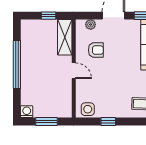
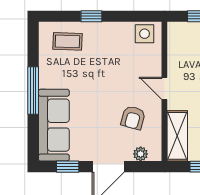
armchair: (96, 50) -> (133, 118), turned -75
window: (108, 122) -> (91, 16), moved

